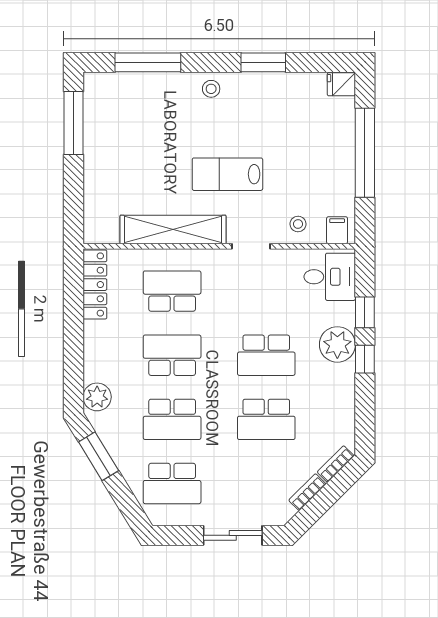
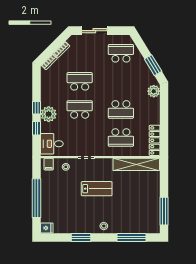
shelving: (173, 230) -> (136, 164), moved
school desk: (172, 419) -> (121, 81), removed

